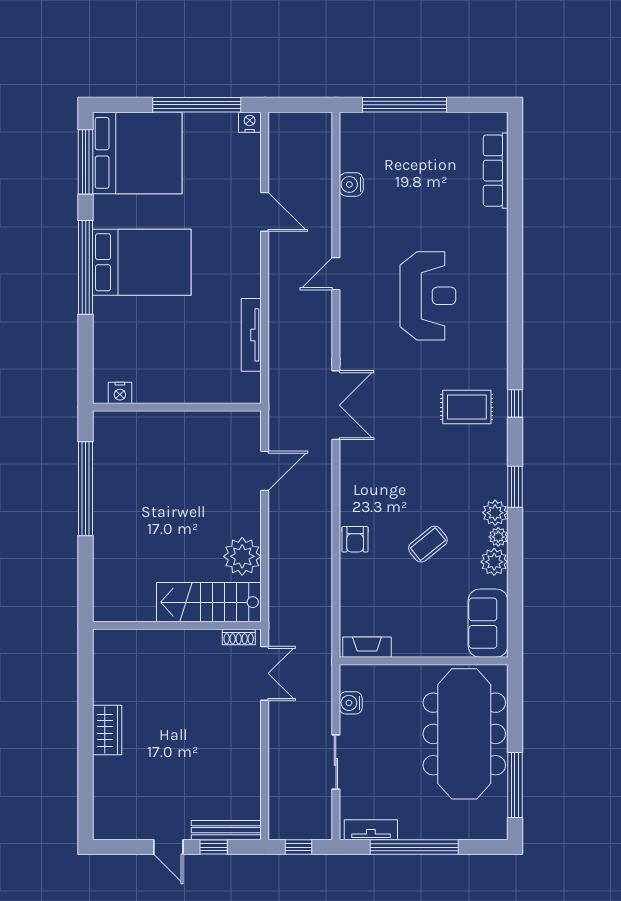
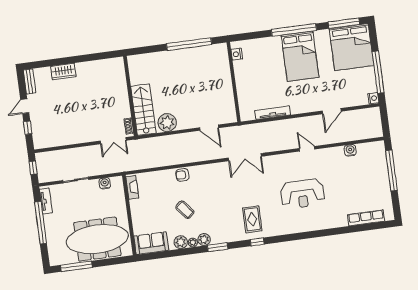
wardrobe: (107, 730) -> (63, 71), moved
bench: (226, 830) -> (30, 81), moved, width x0.73

